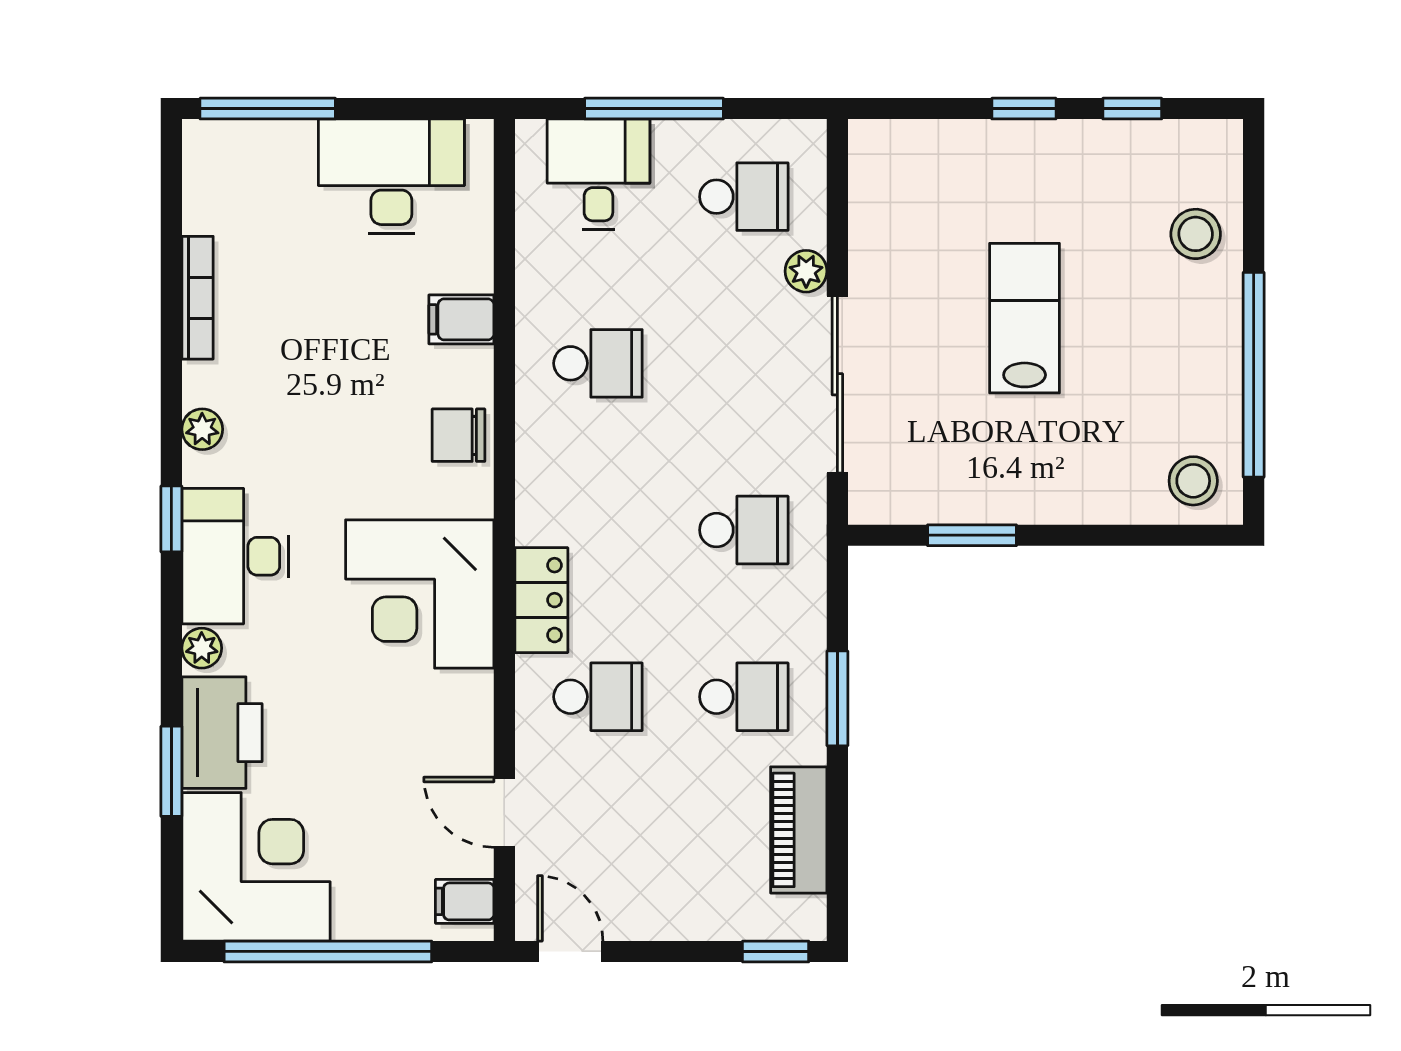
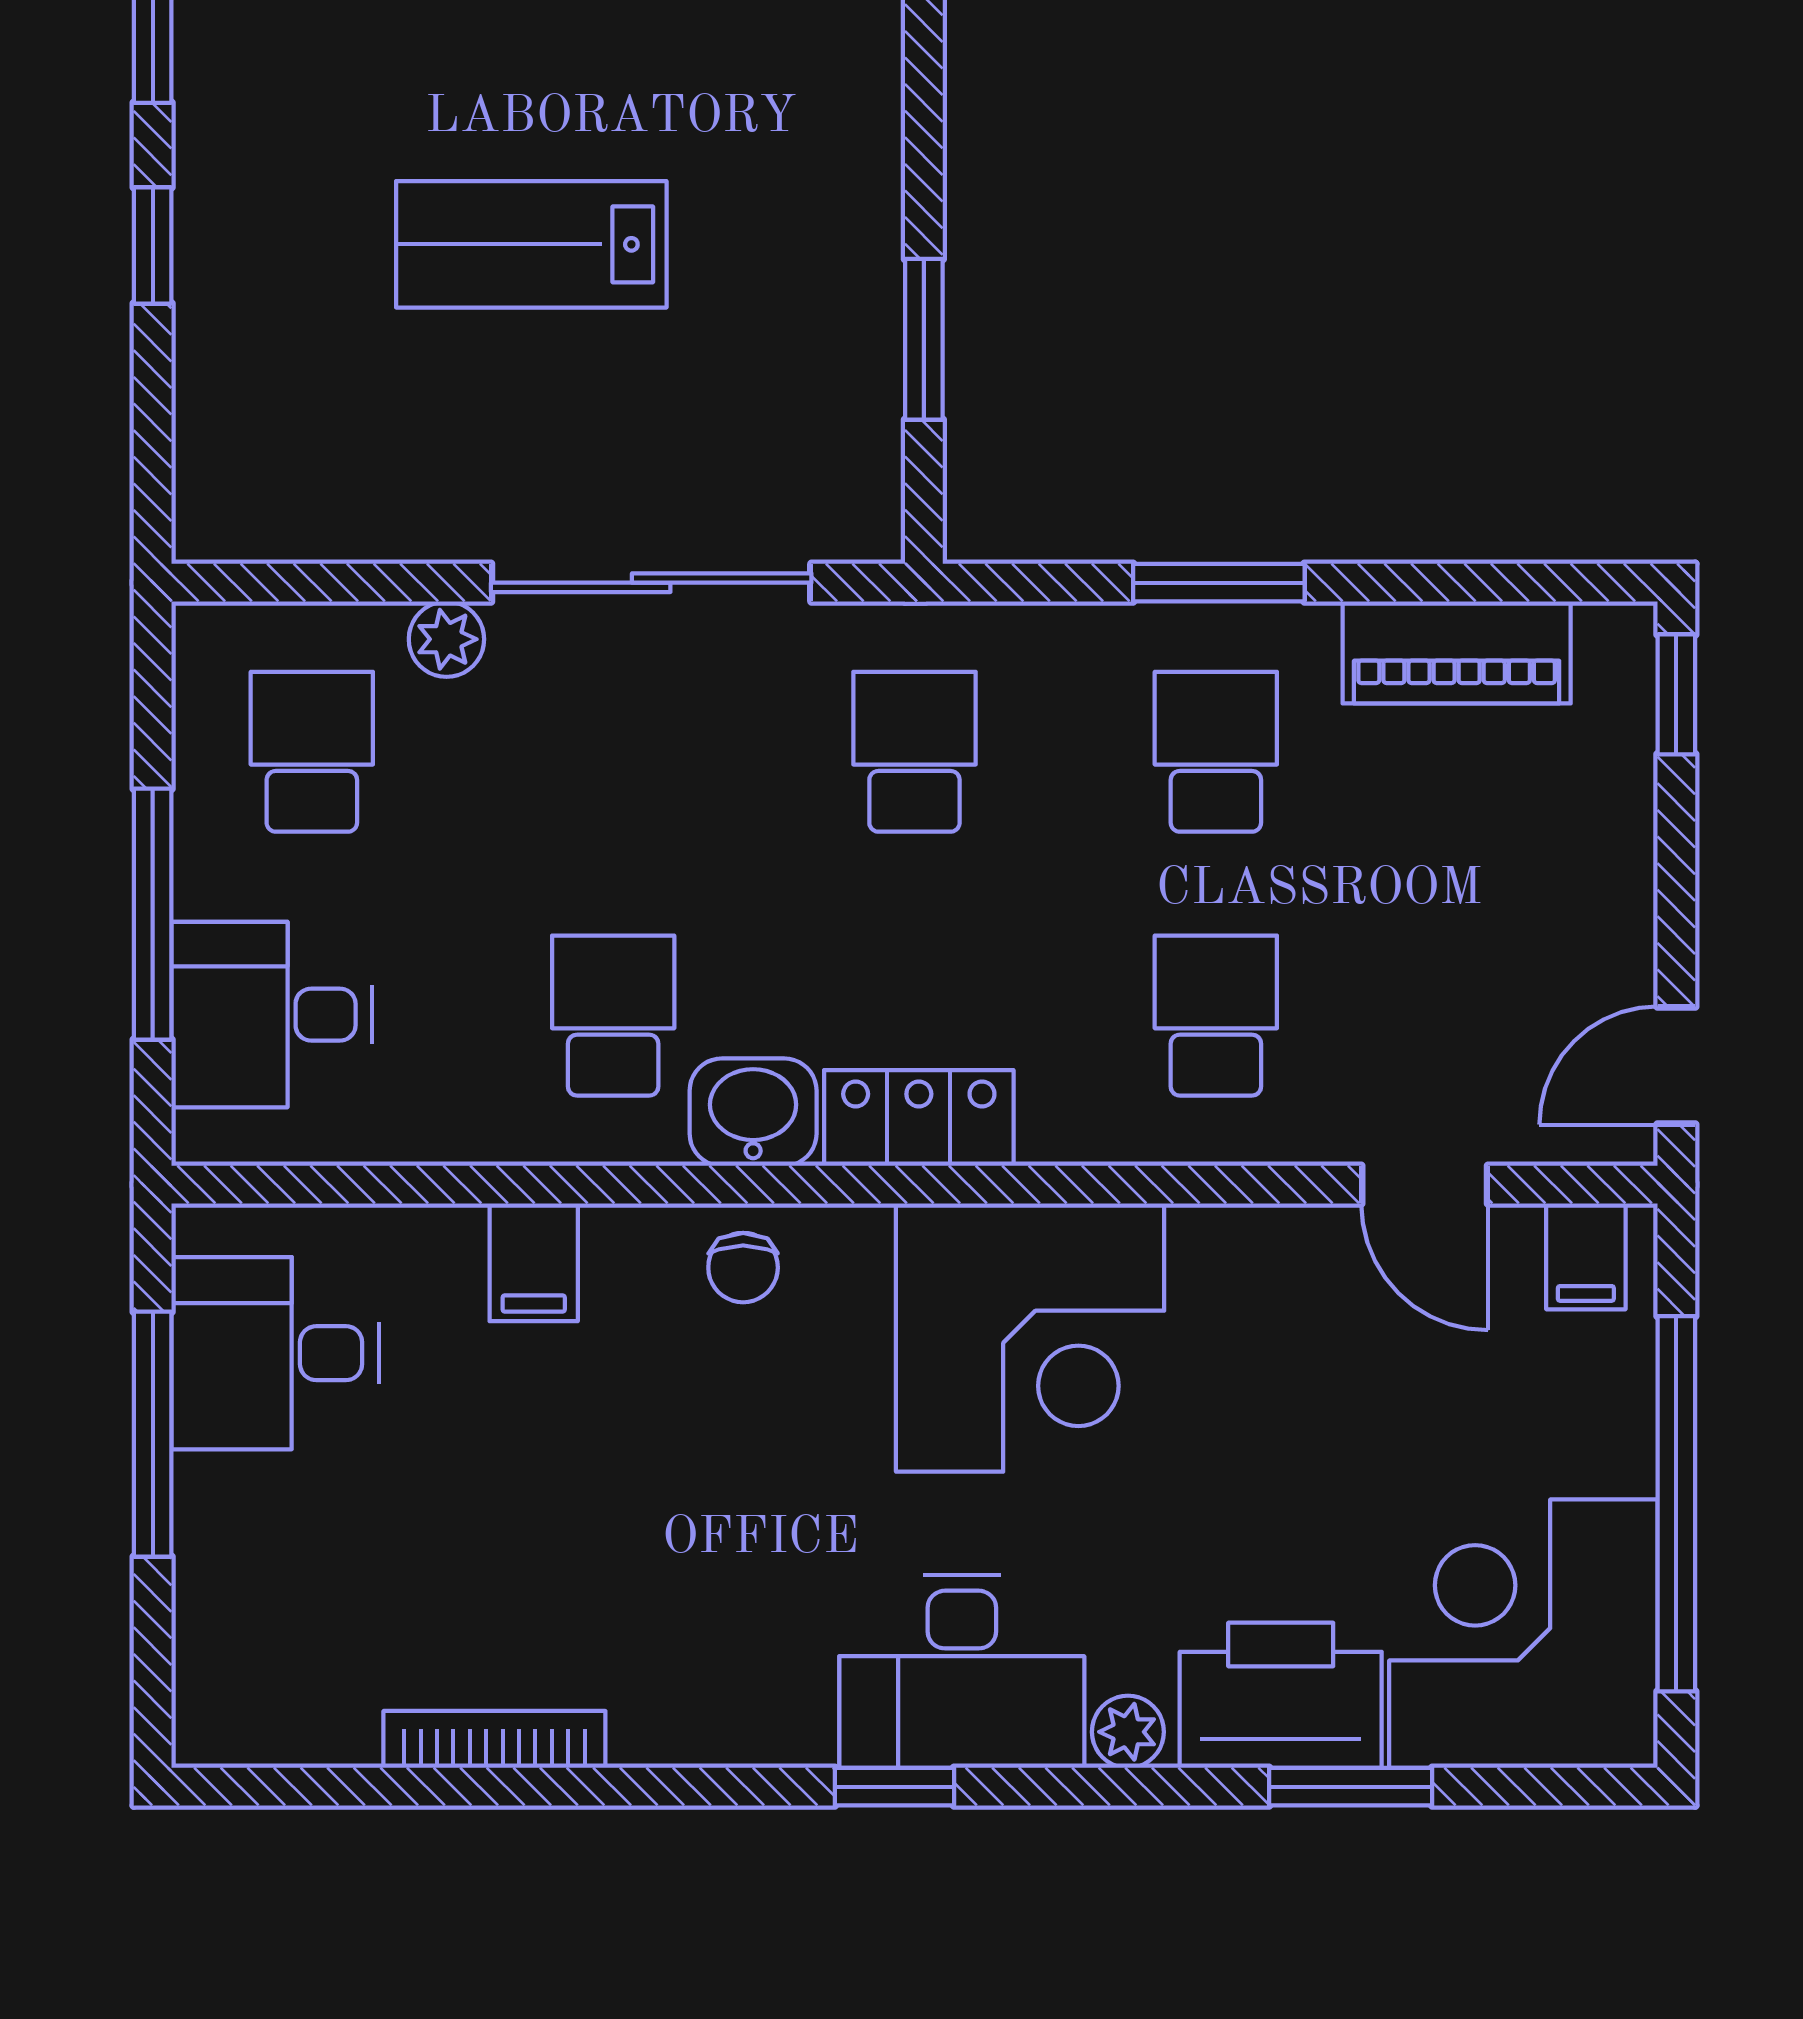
window: (268, 109) -> (153, 1434), moved
desk: (391, 176) -> (275, 1353), width x0.73
plant: (202, 429) -> (732, 1731), removed
chair: (459, 435) -> (743, 1268), width x0.73, depth x0.73
washbasin: (544, 441) -> (753, 1112), added
locker: (541, 600) -> (919, 1118), moved
door: (504, 812) -> (1425, 1185), hinge flipped

